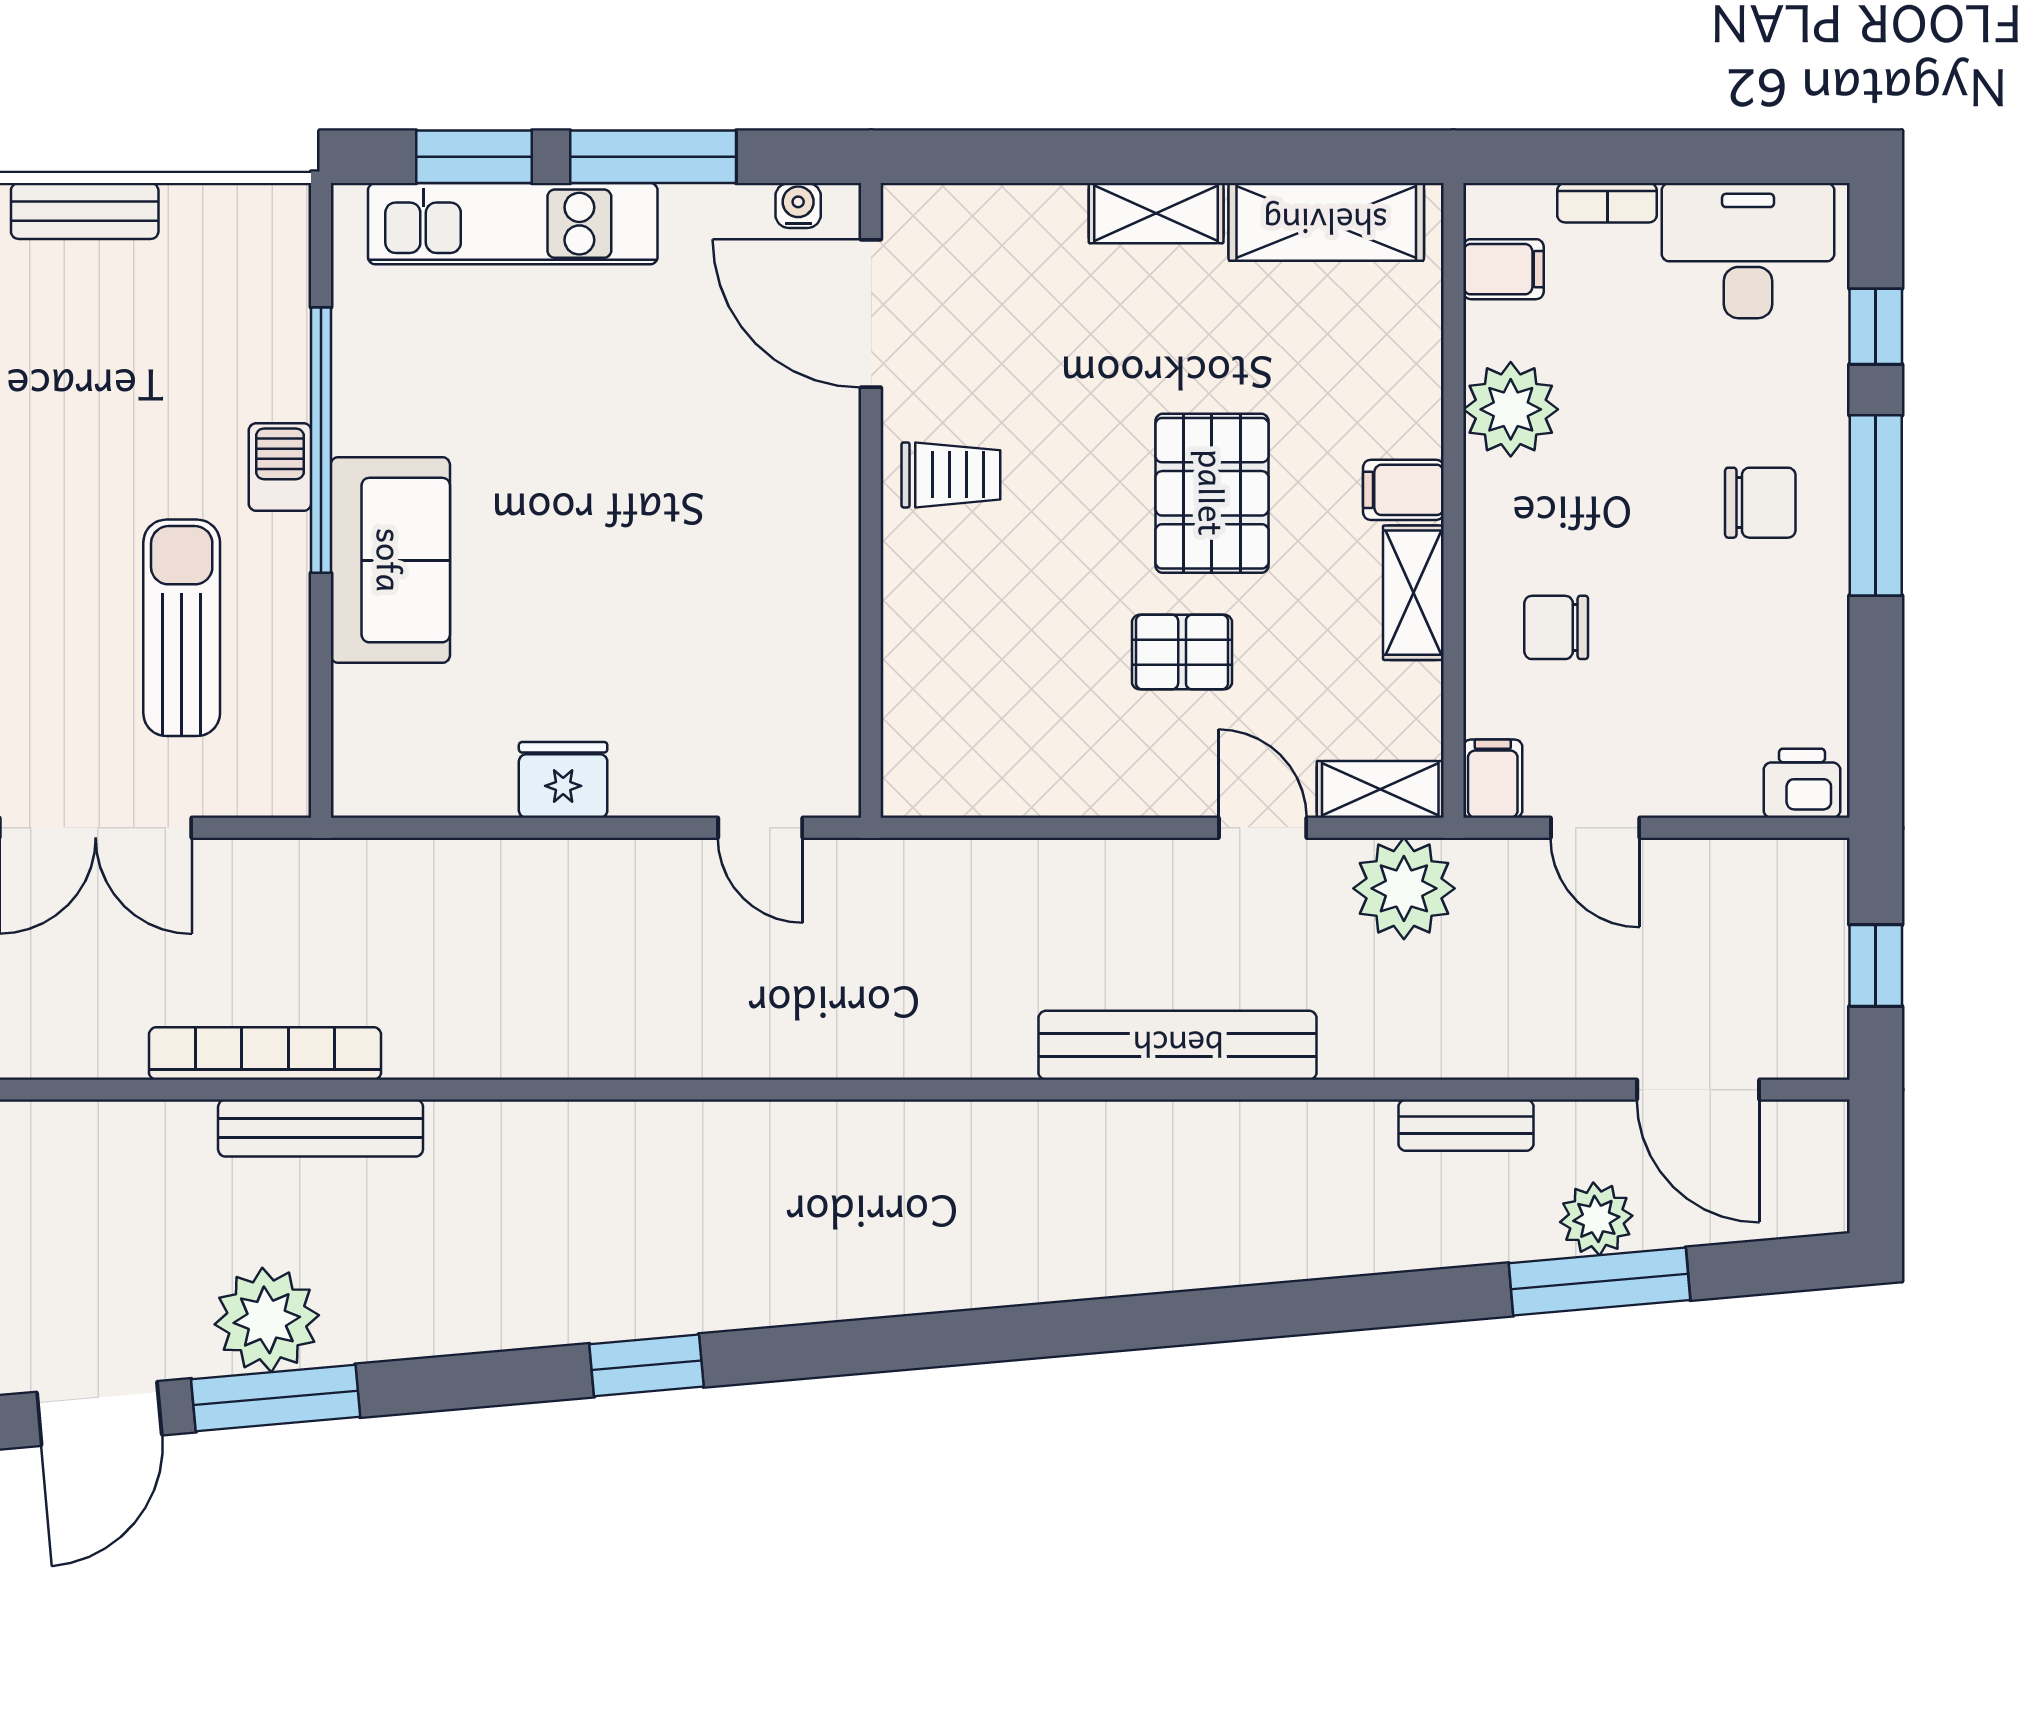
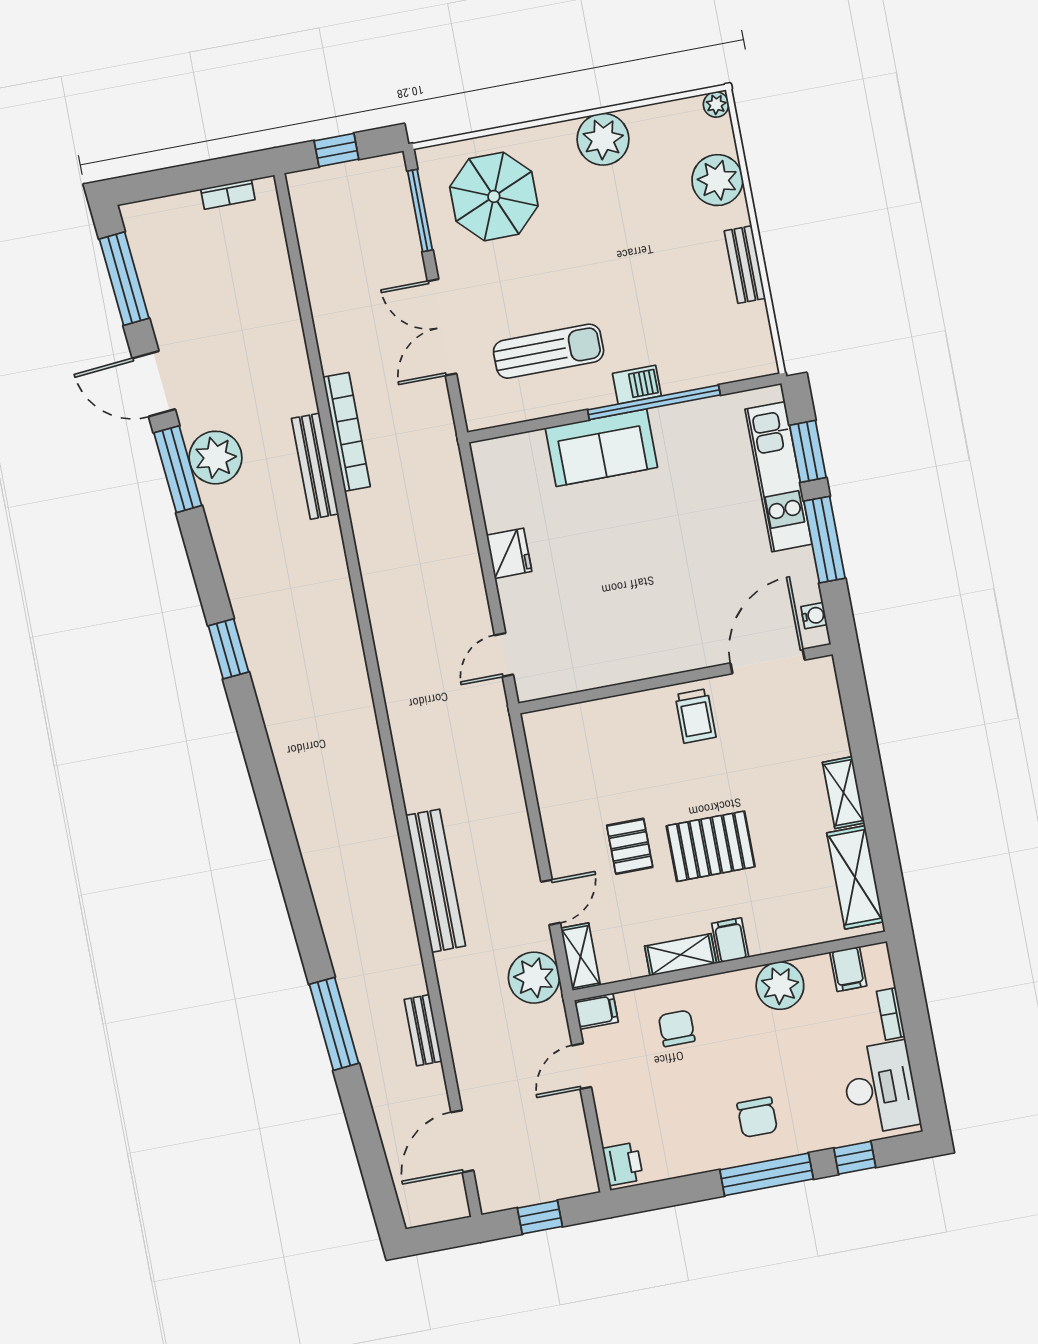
plant: (1596, 1219) -> (389, 1103), removed
window: (1599, 1282) -> (334, 1024), moved

